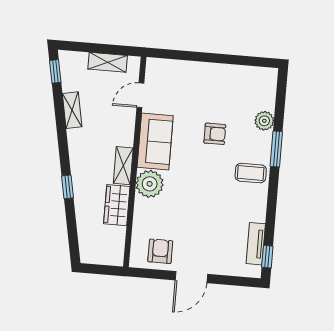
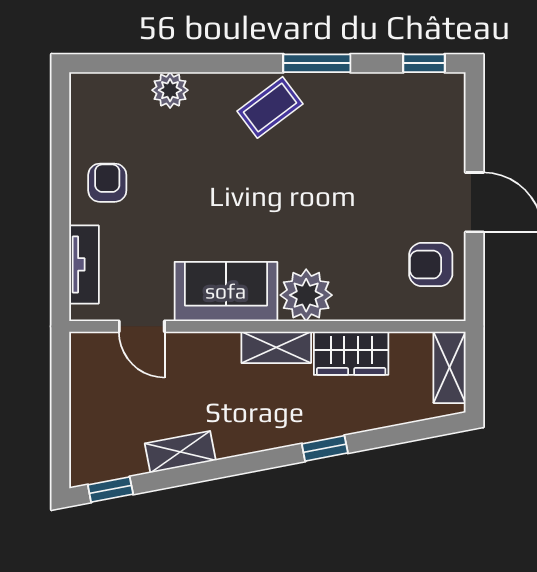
shelving: (108, 62) -> (449, 367), moved
armchair: (215, 134) -> (107, 183), moved
window: (276, 149) -> (317, 63), moved
coffee table: (251, 173) -> (270, 107), turned 53
tv unit: (256, 244) -> (84, 264), moved, turned -90

